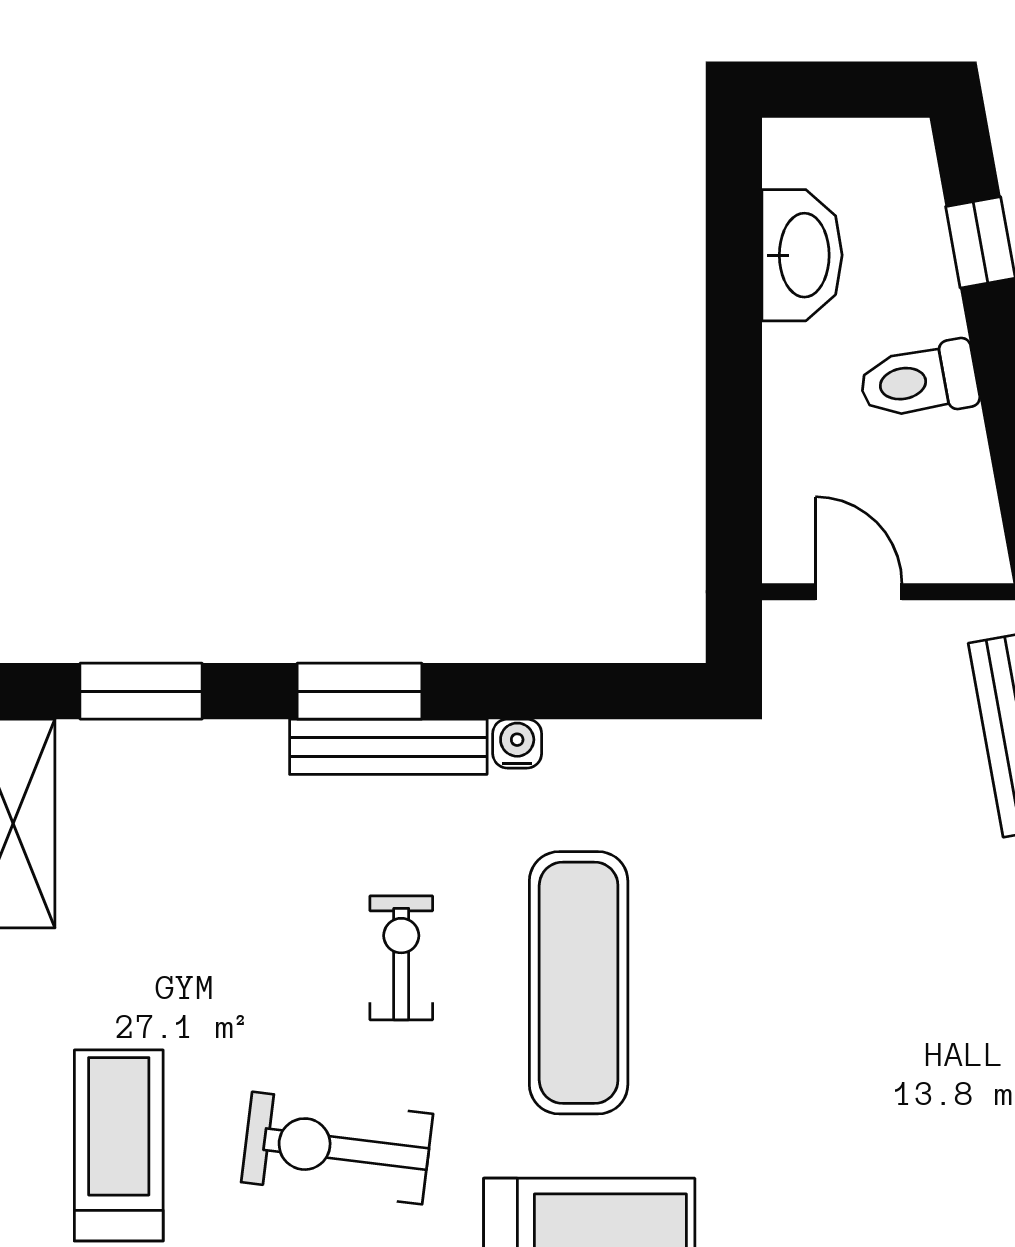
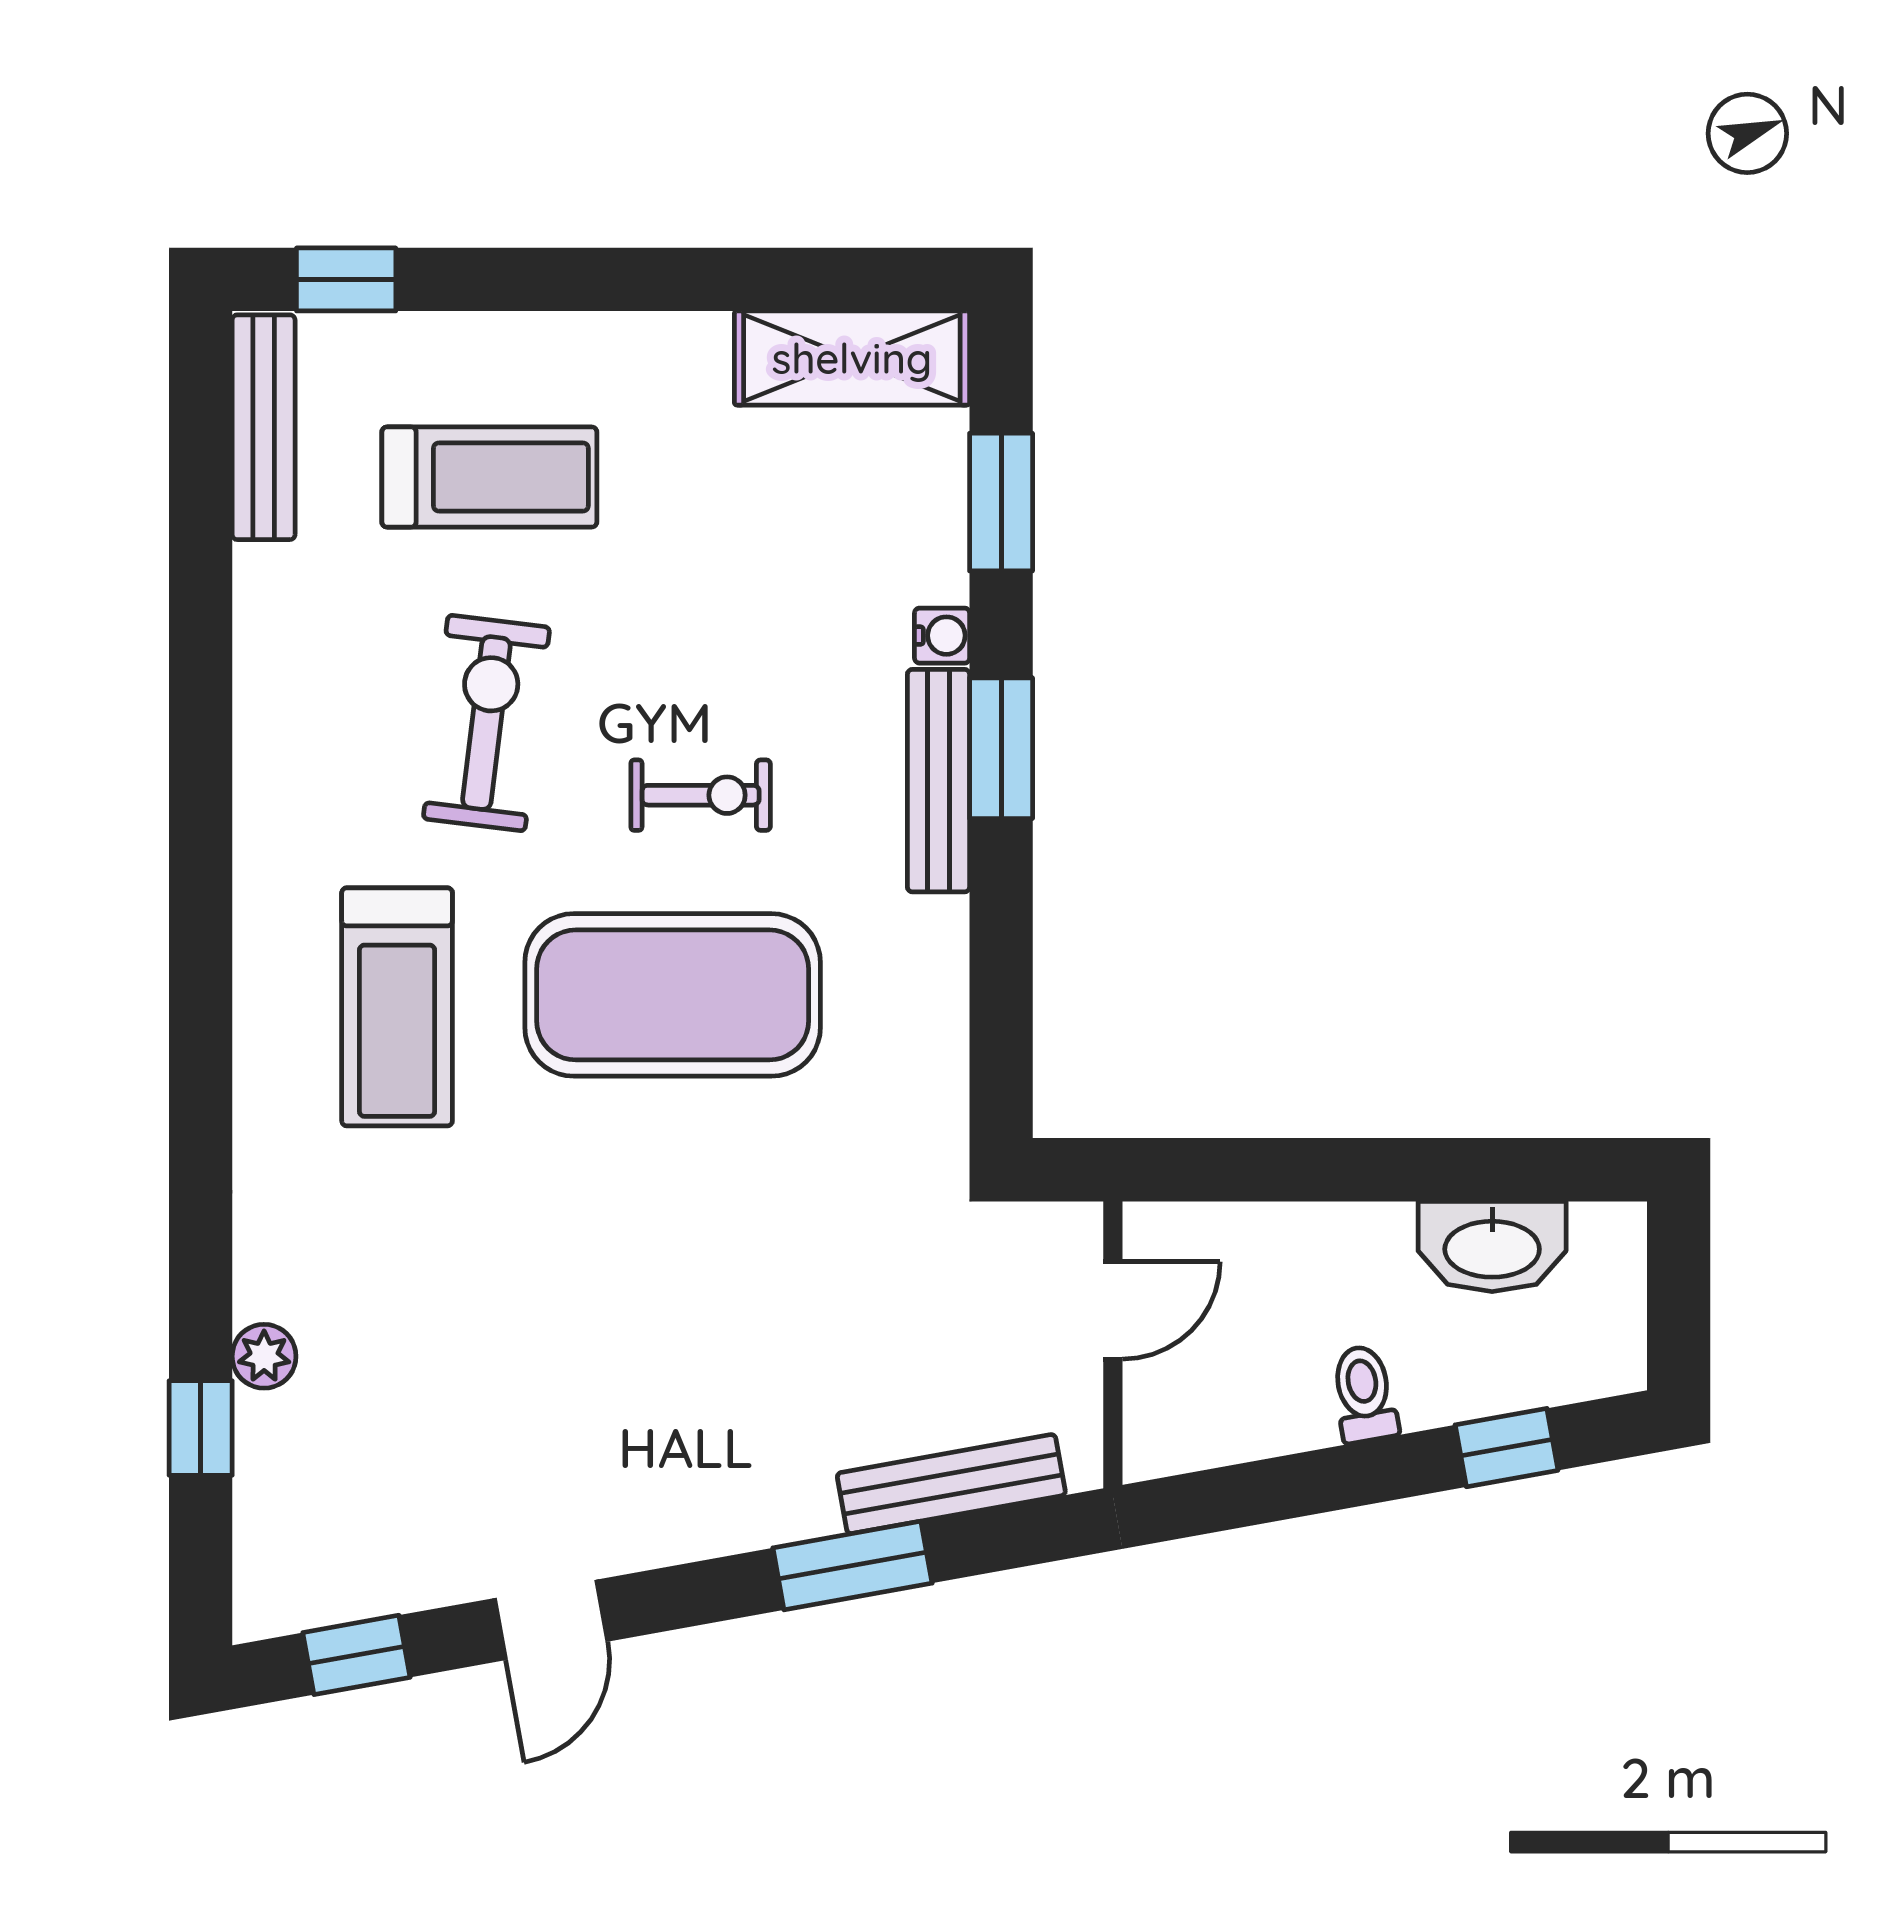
toilet: (919, 381) -> (1364, 1394), width x0.73, depth x0.72
water cooler: (517, 744) -> (942, 636), moved
exercise mat: (579, 983) -> (673, 995), width x1.47

